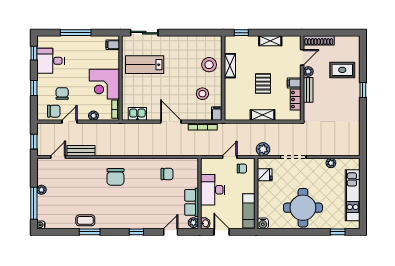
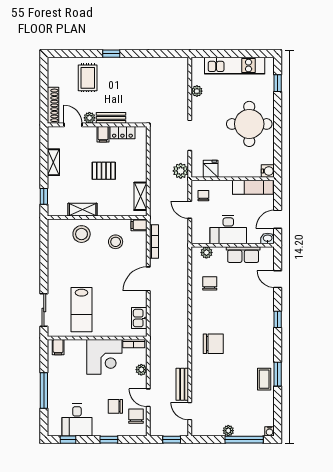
shelving: (263, 115) -> (141, 196), moved
plant: (193, 223) -> (206, 253), moved

